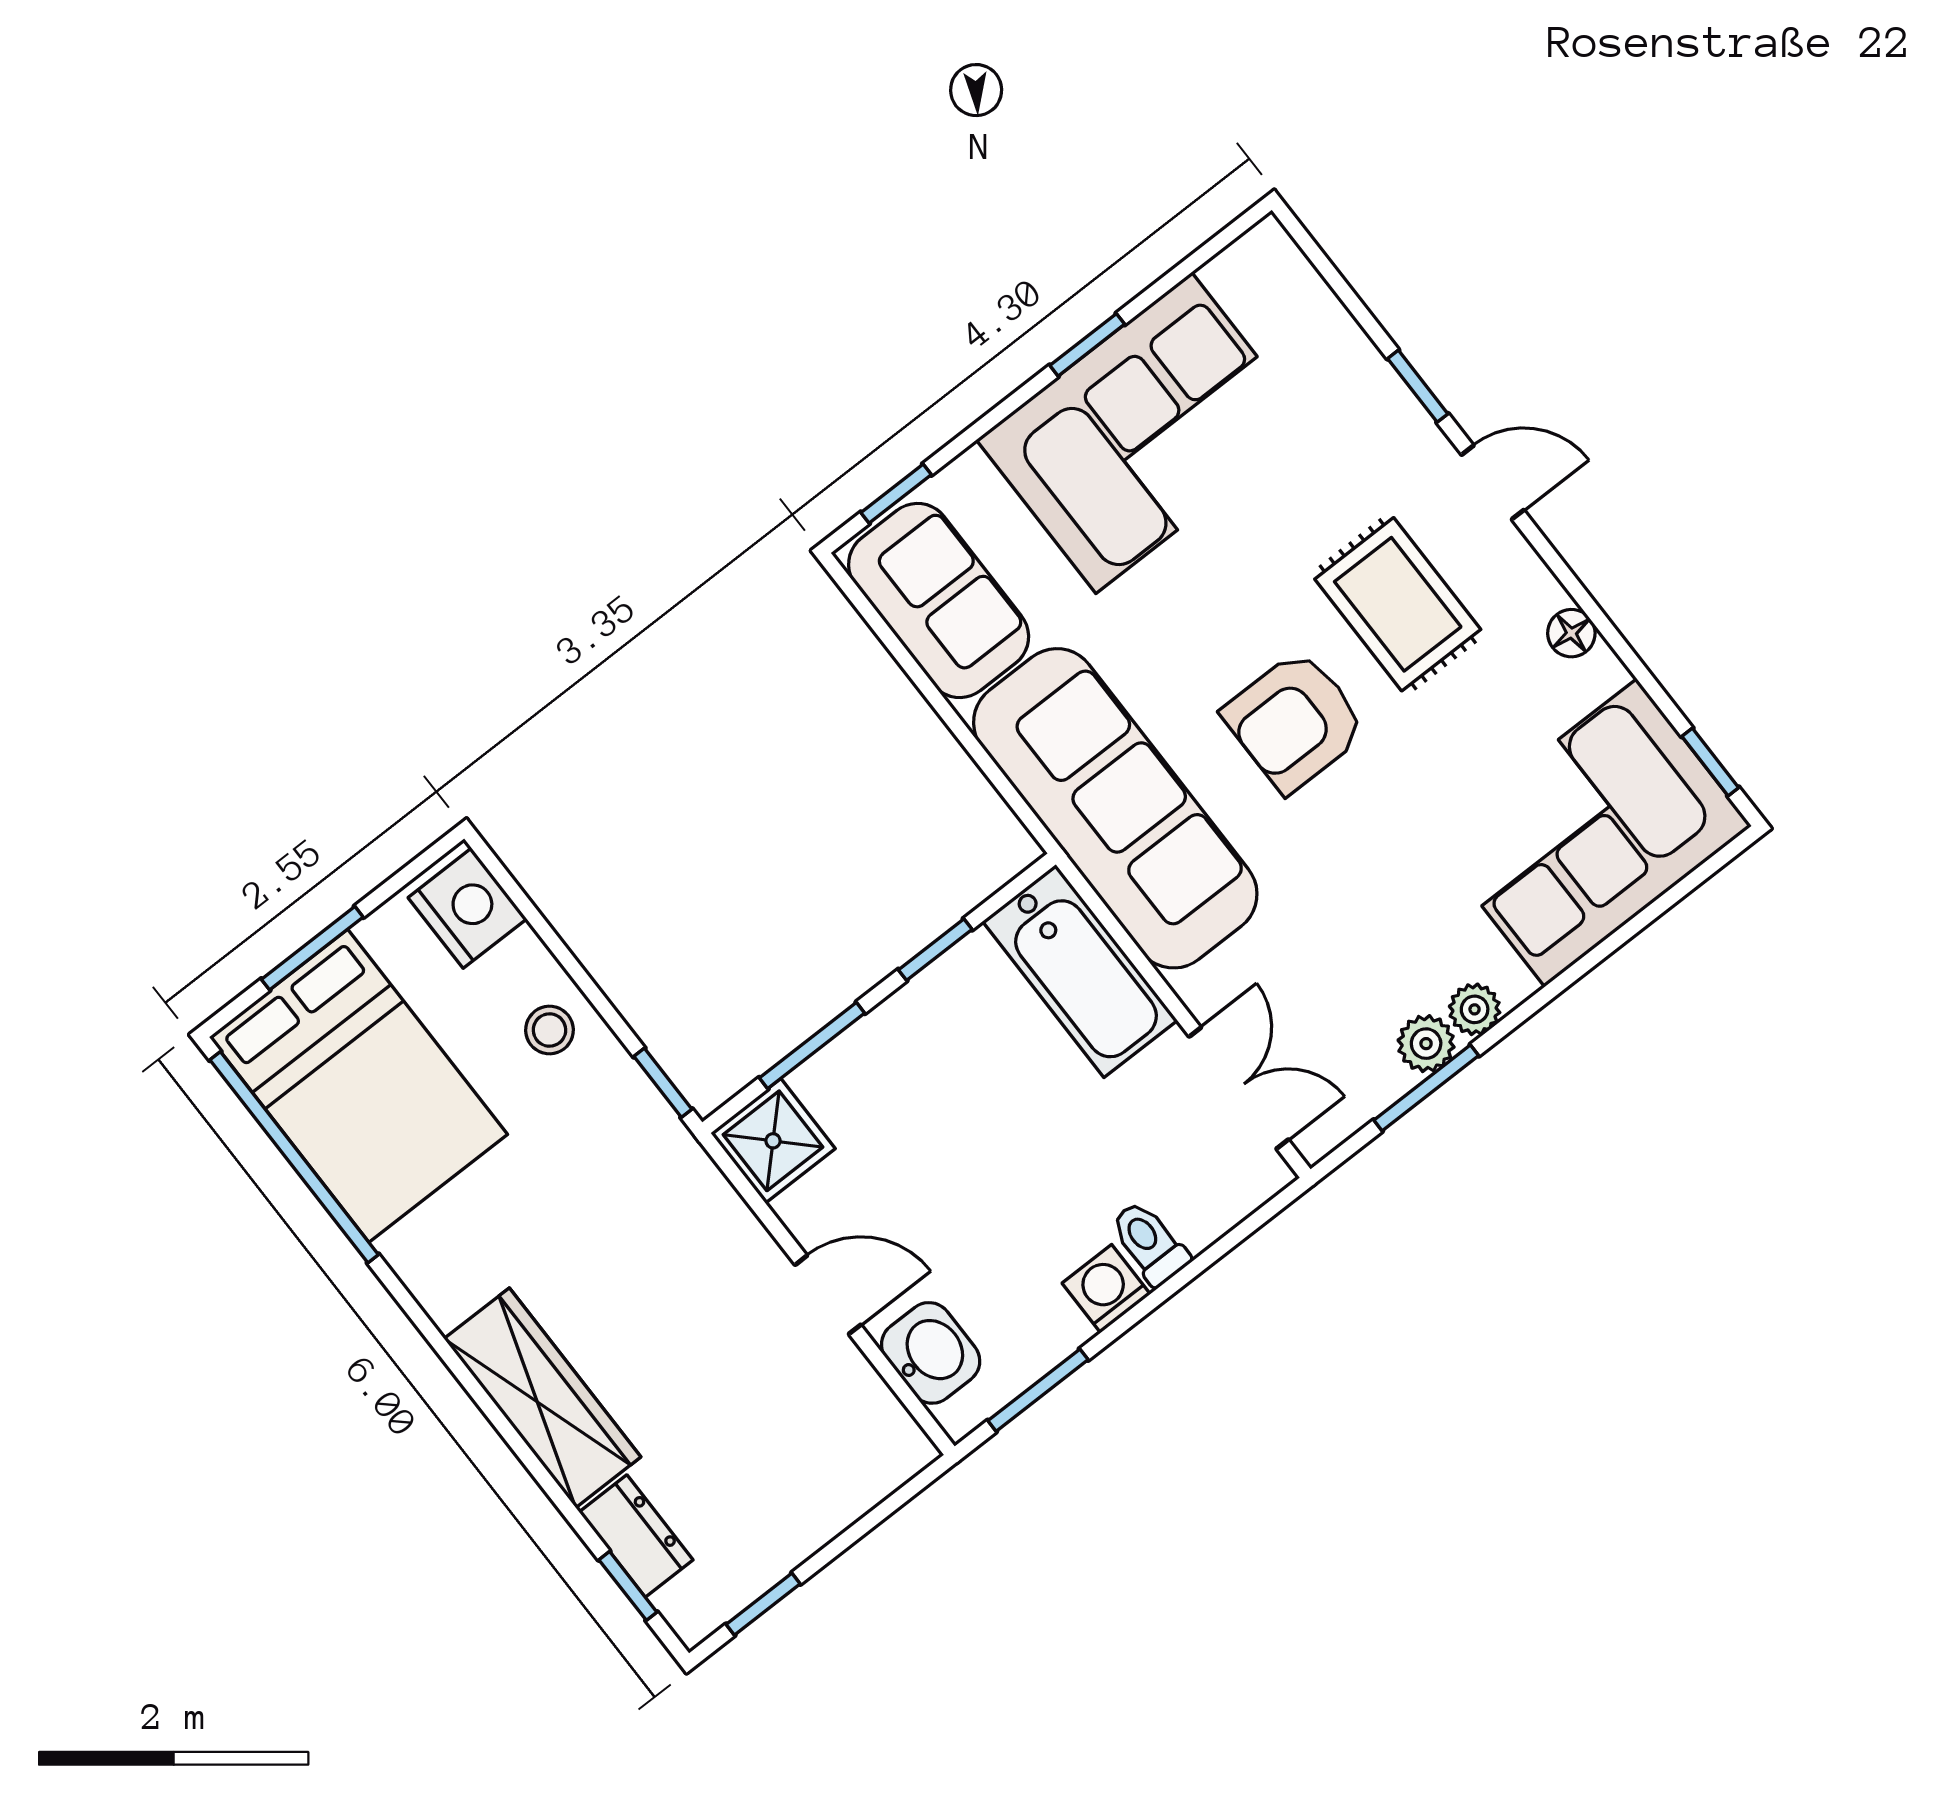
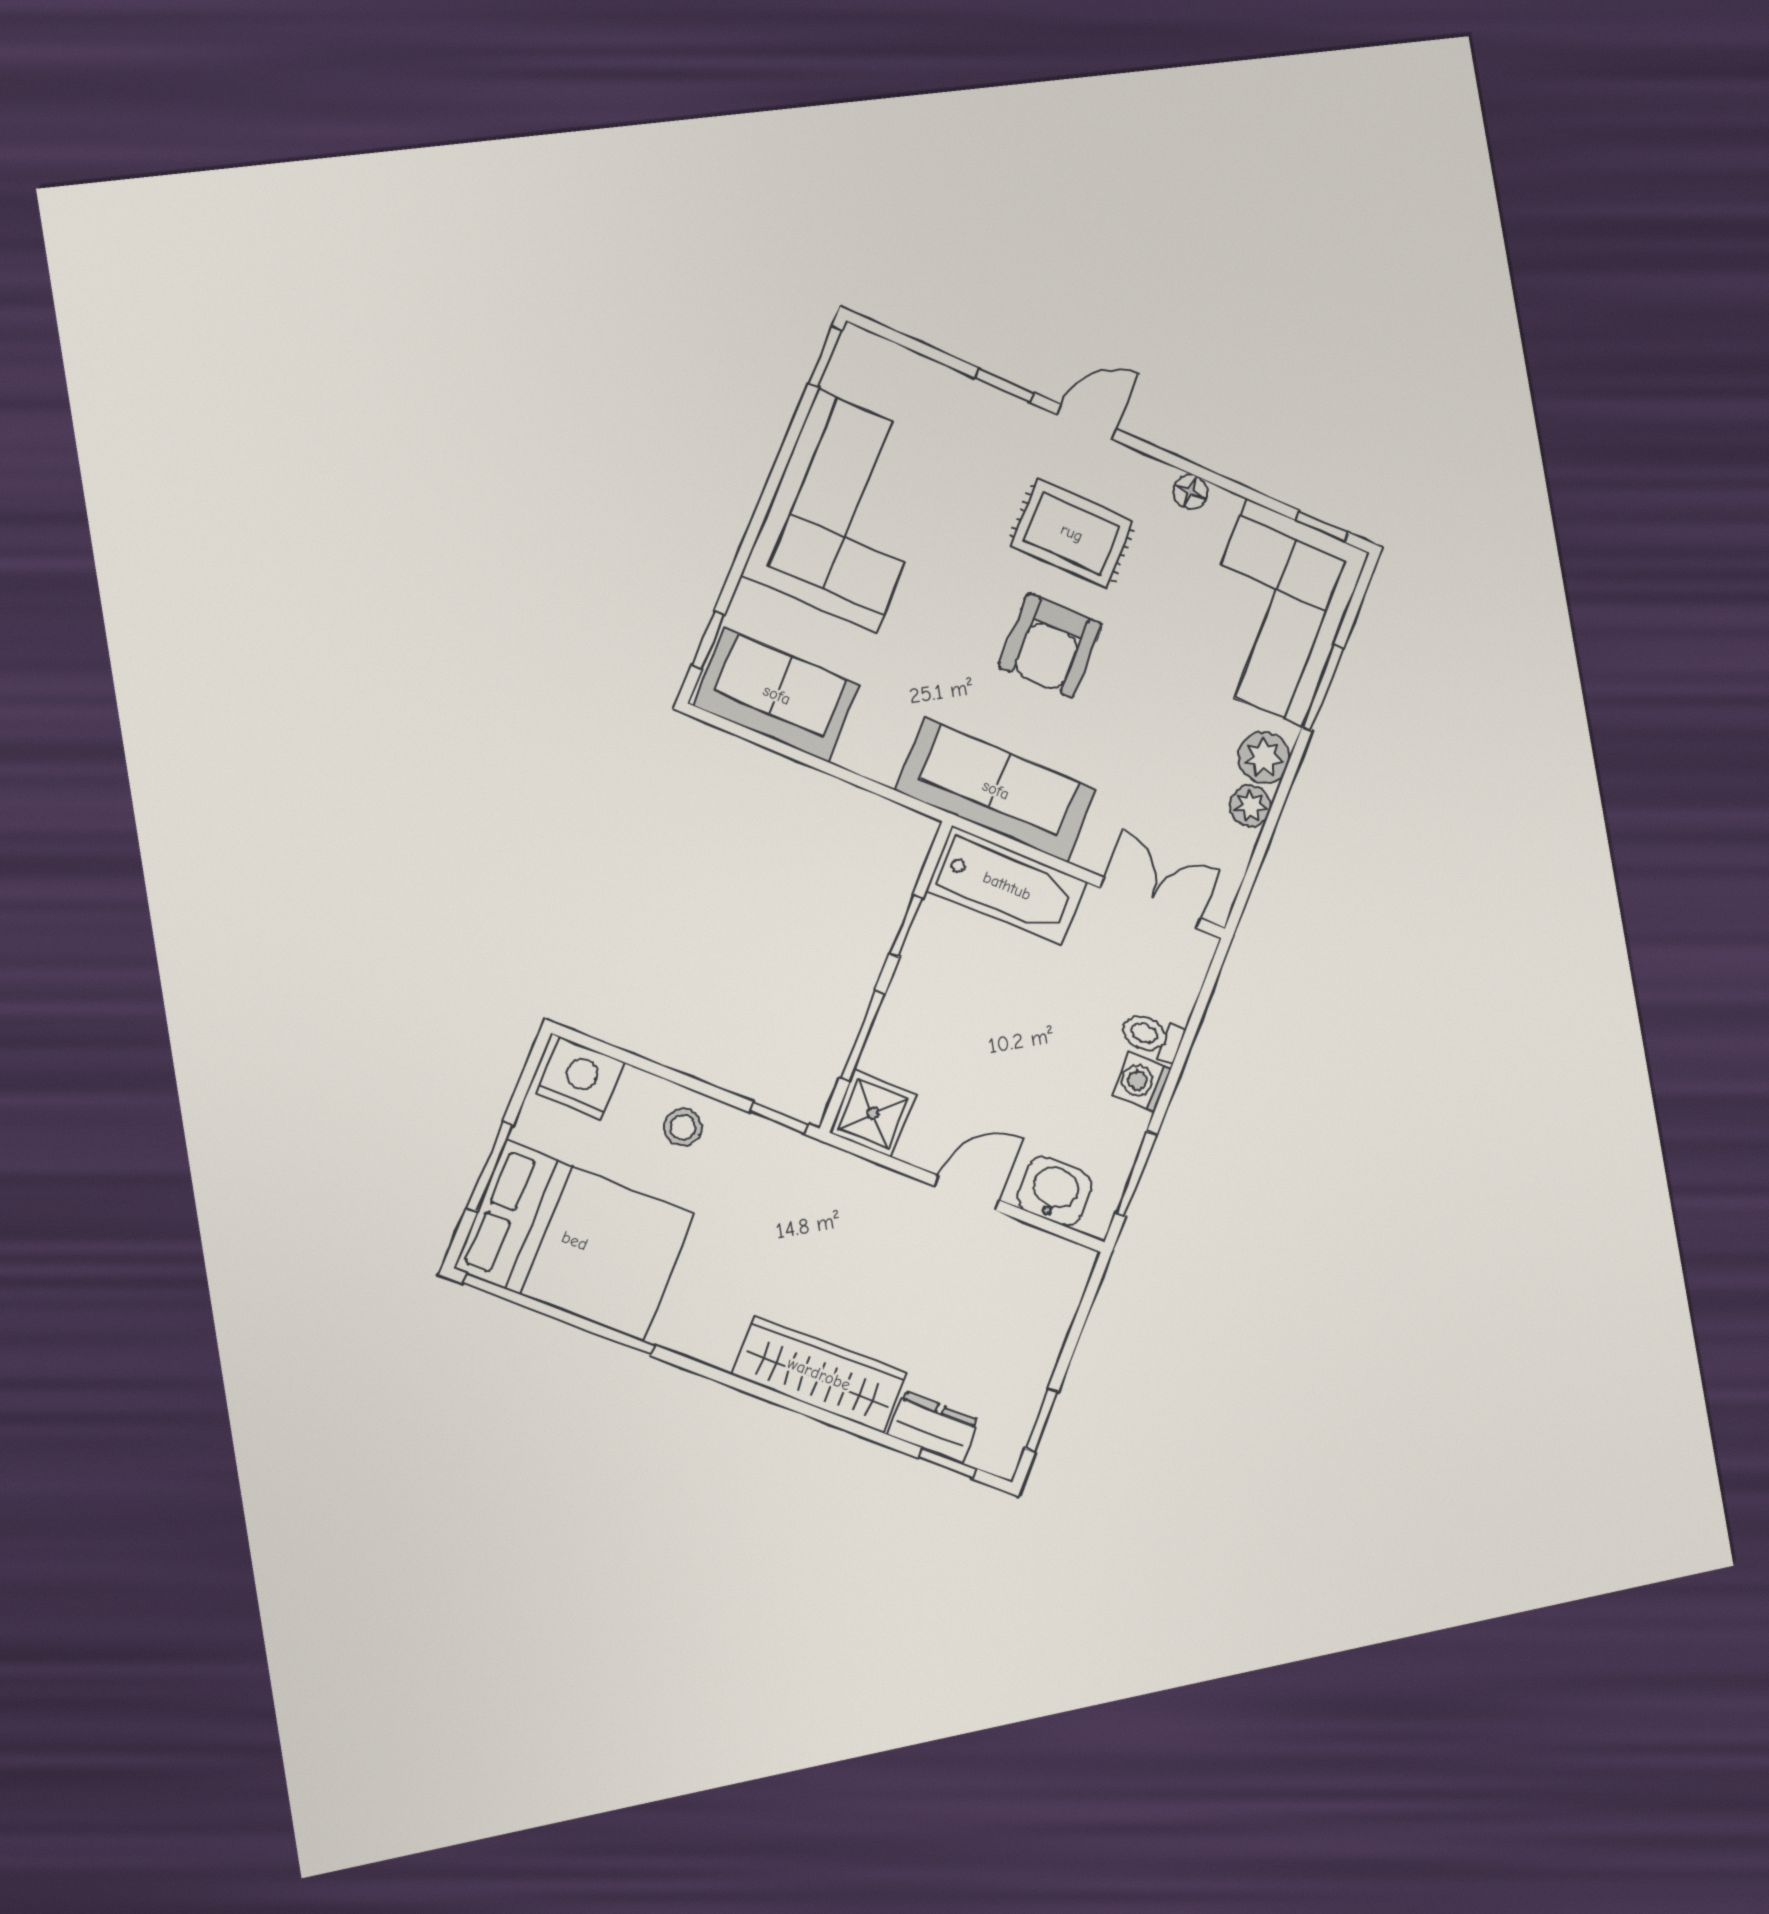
window: (1087, 345) -> (825, 357), moved
sofa: (1115, 808) -> (996, 790), width x0.74, depth x0.79
plant: (1475, 1009) -> (1264, 757), width x1.38, depth x1.38
window: (1426, 1088) -> (1323, 688), moved

